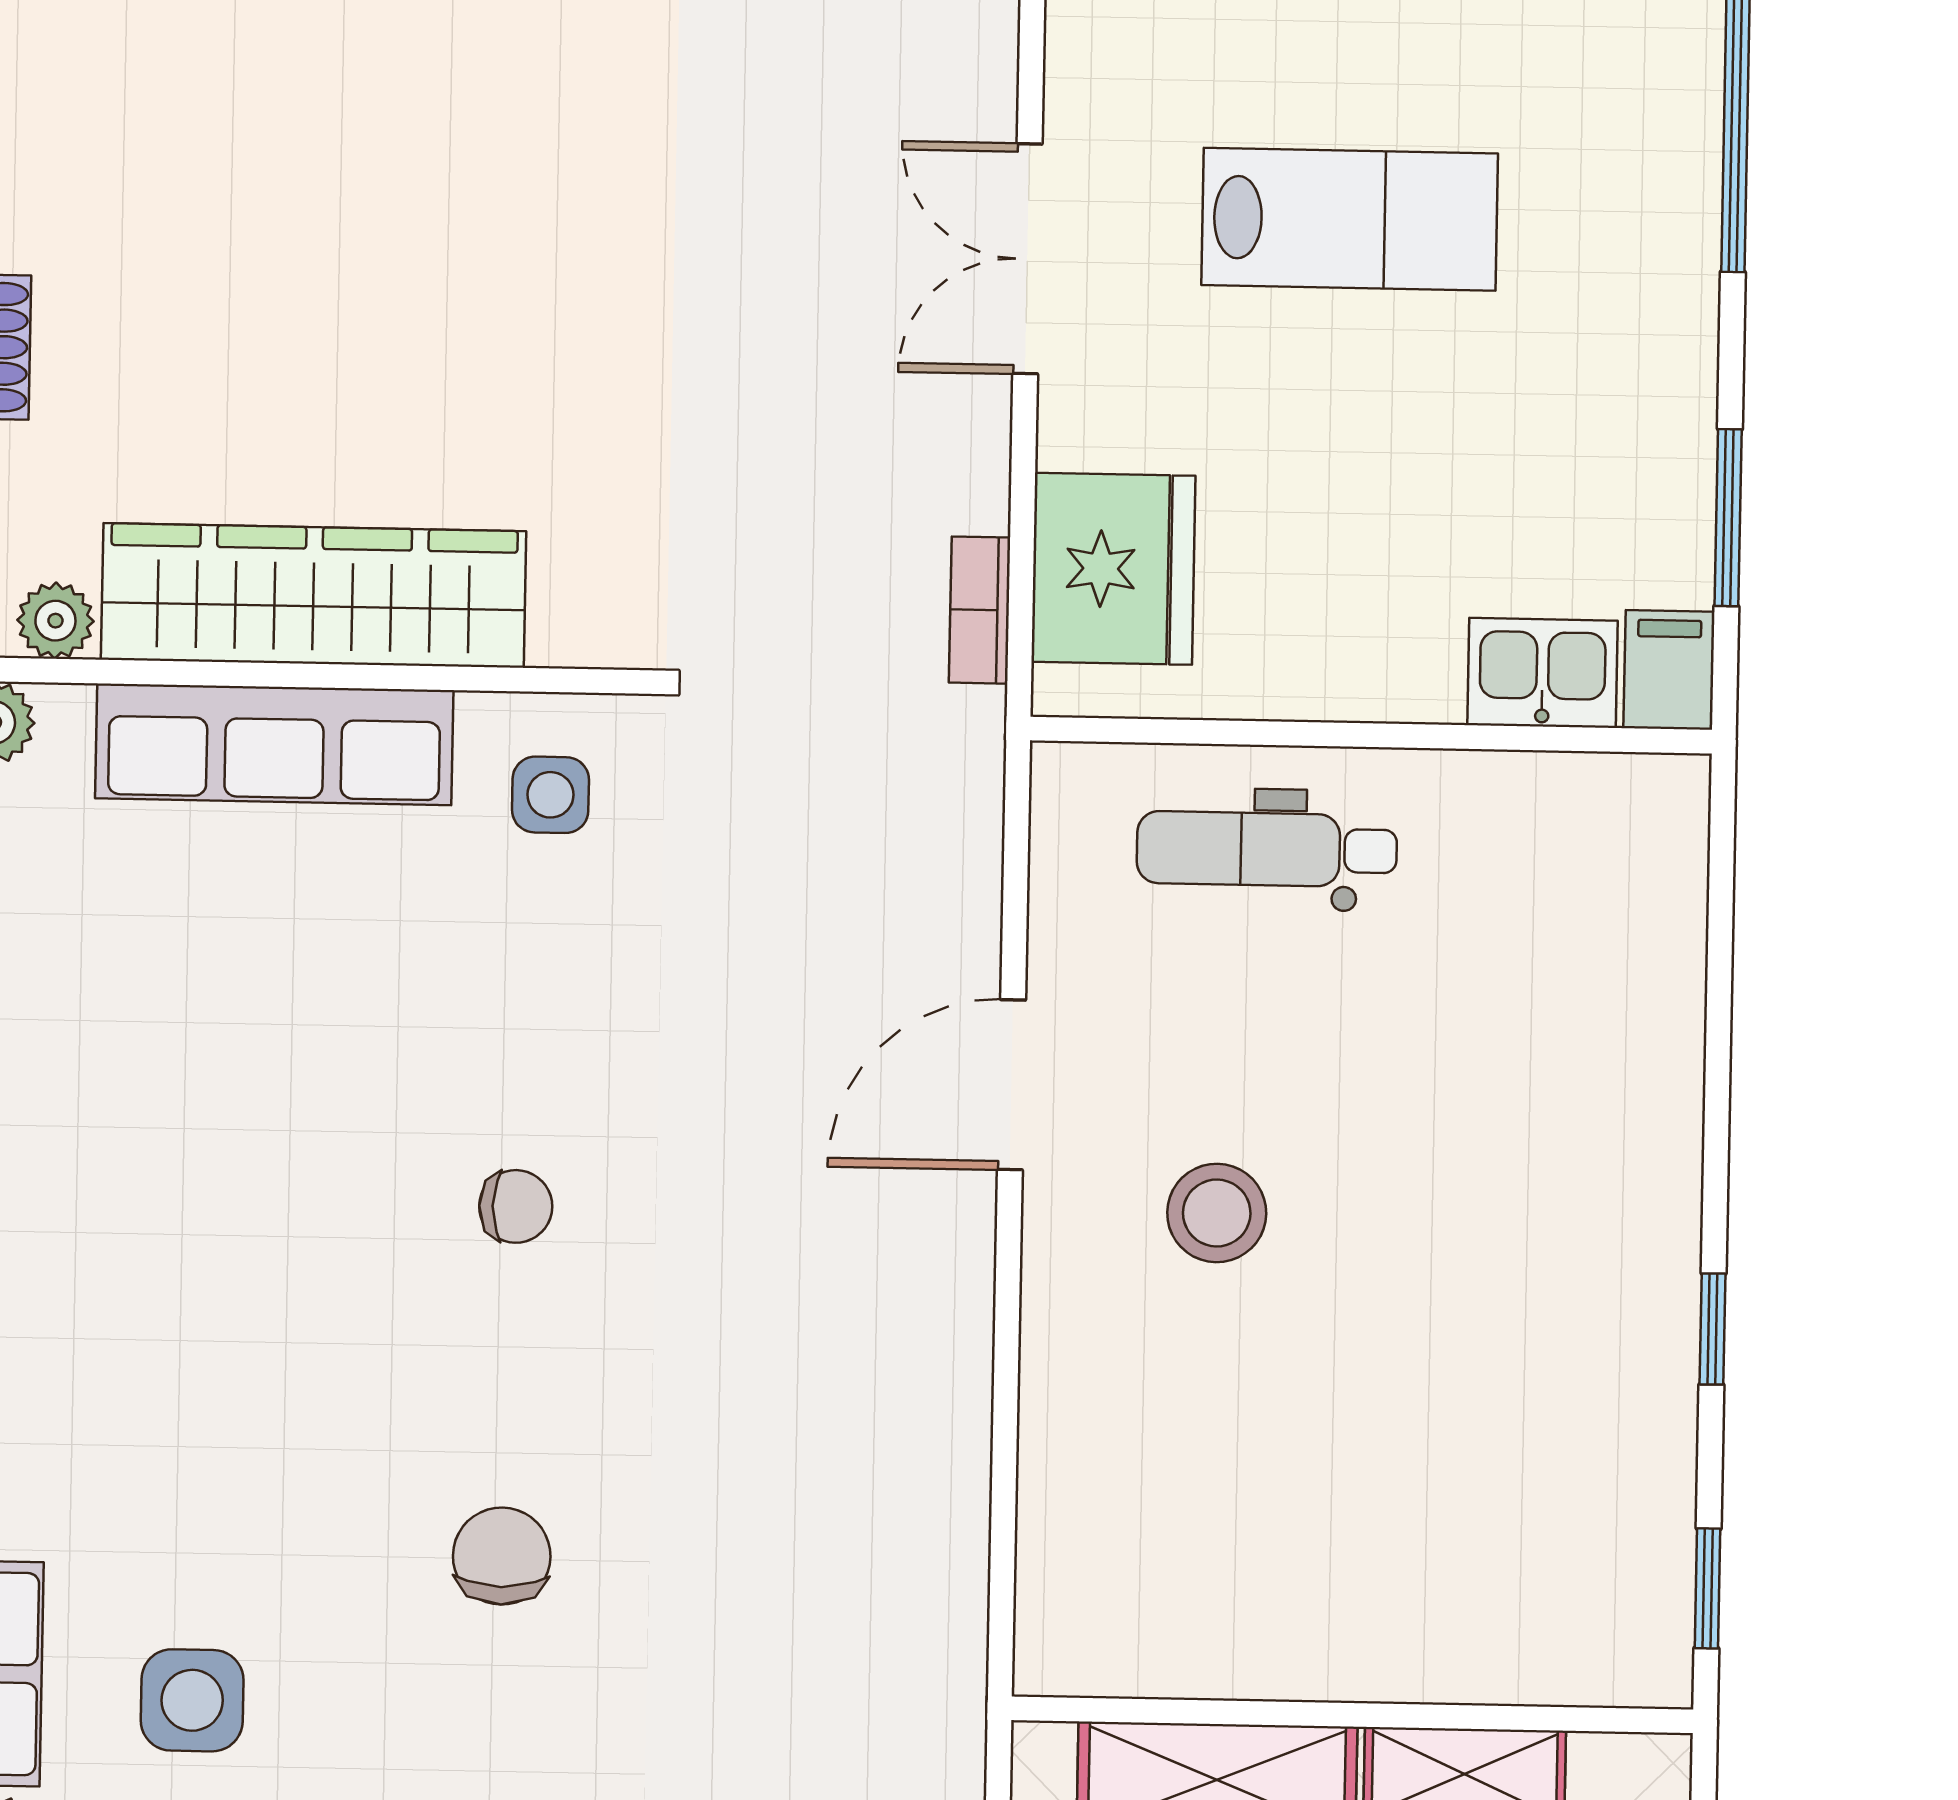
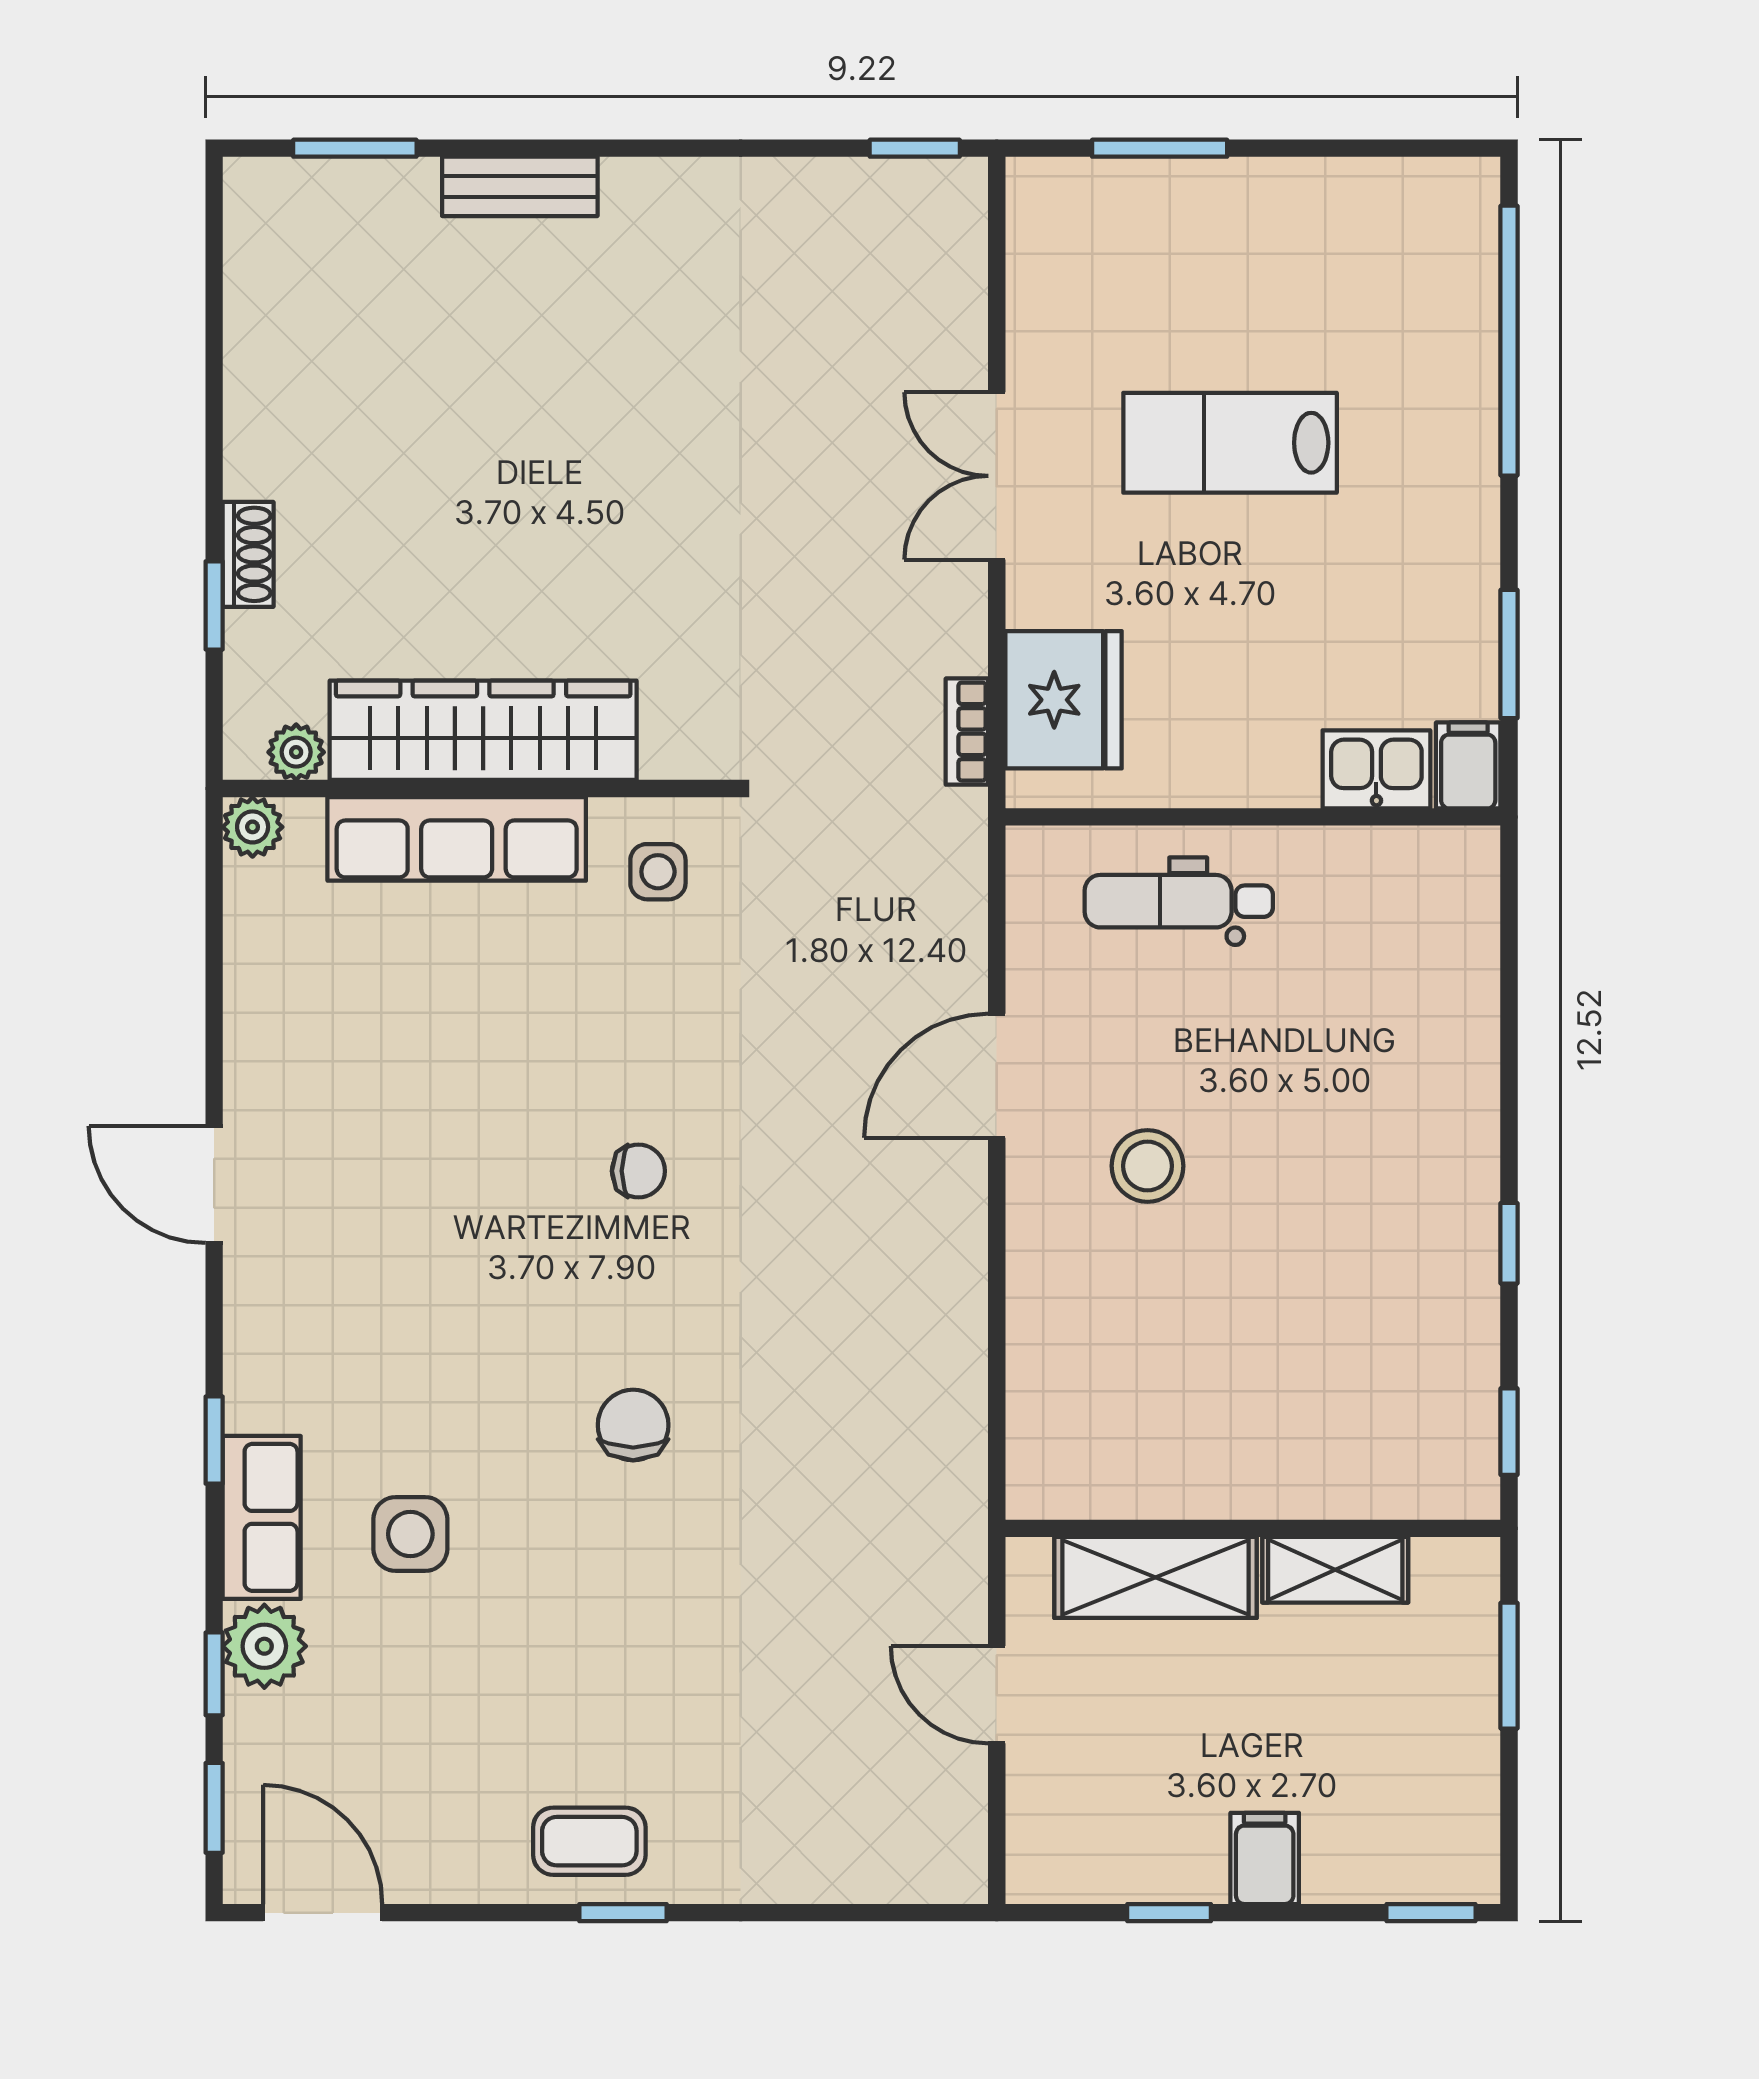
lab bench: (1350, 219) -> (1230, 443), turned 180

